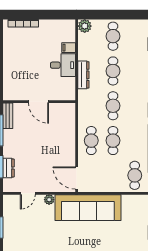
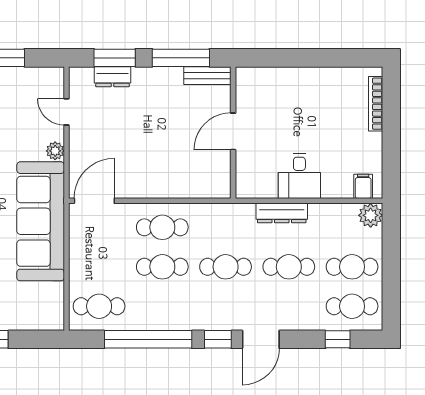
cafe table: (135, 36) -> (352, 306), added
filing cabinet: (69, 48) -> (363, 186), moved

